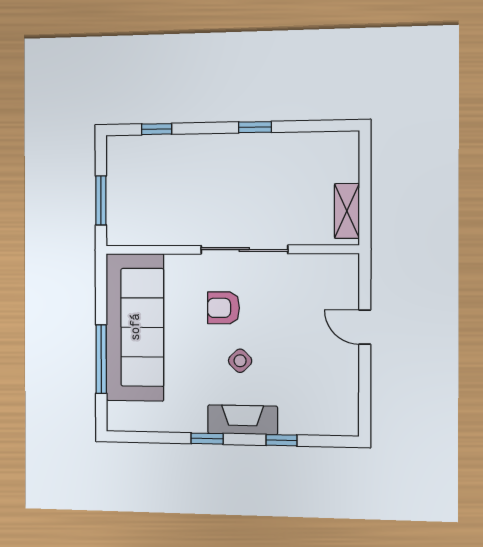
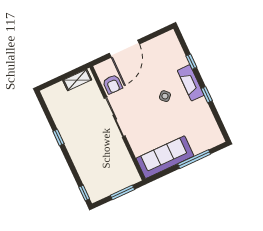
window: (157, 129) -> (84, 193), moved
armchair: (224, 308) -> (113, 84), moved
sofa: (135, 327) -> (165, 157), width x0.74, depth x0.79
door: (365, 327) -> (124, 49), width x1.88

